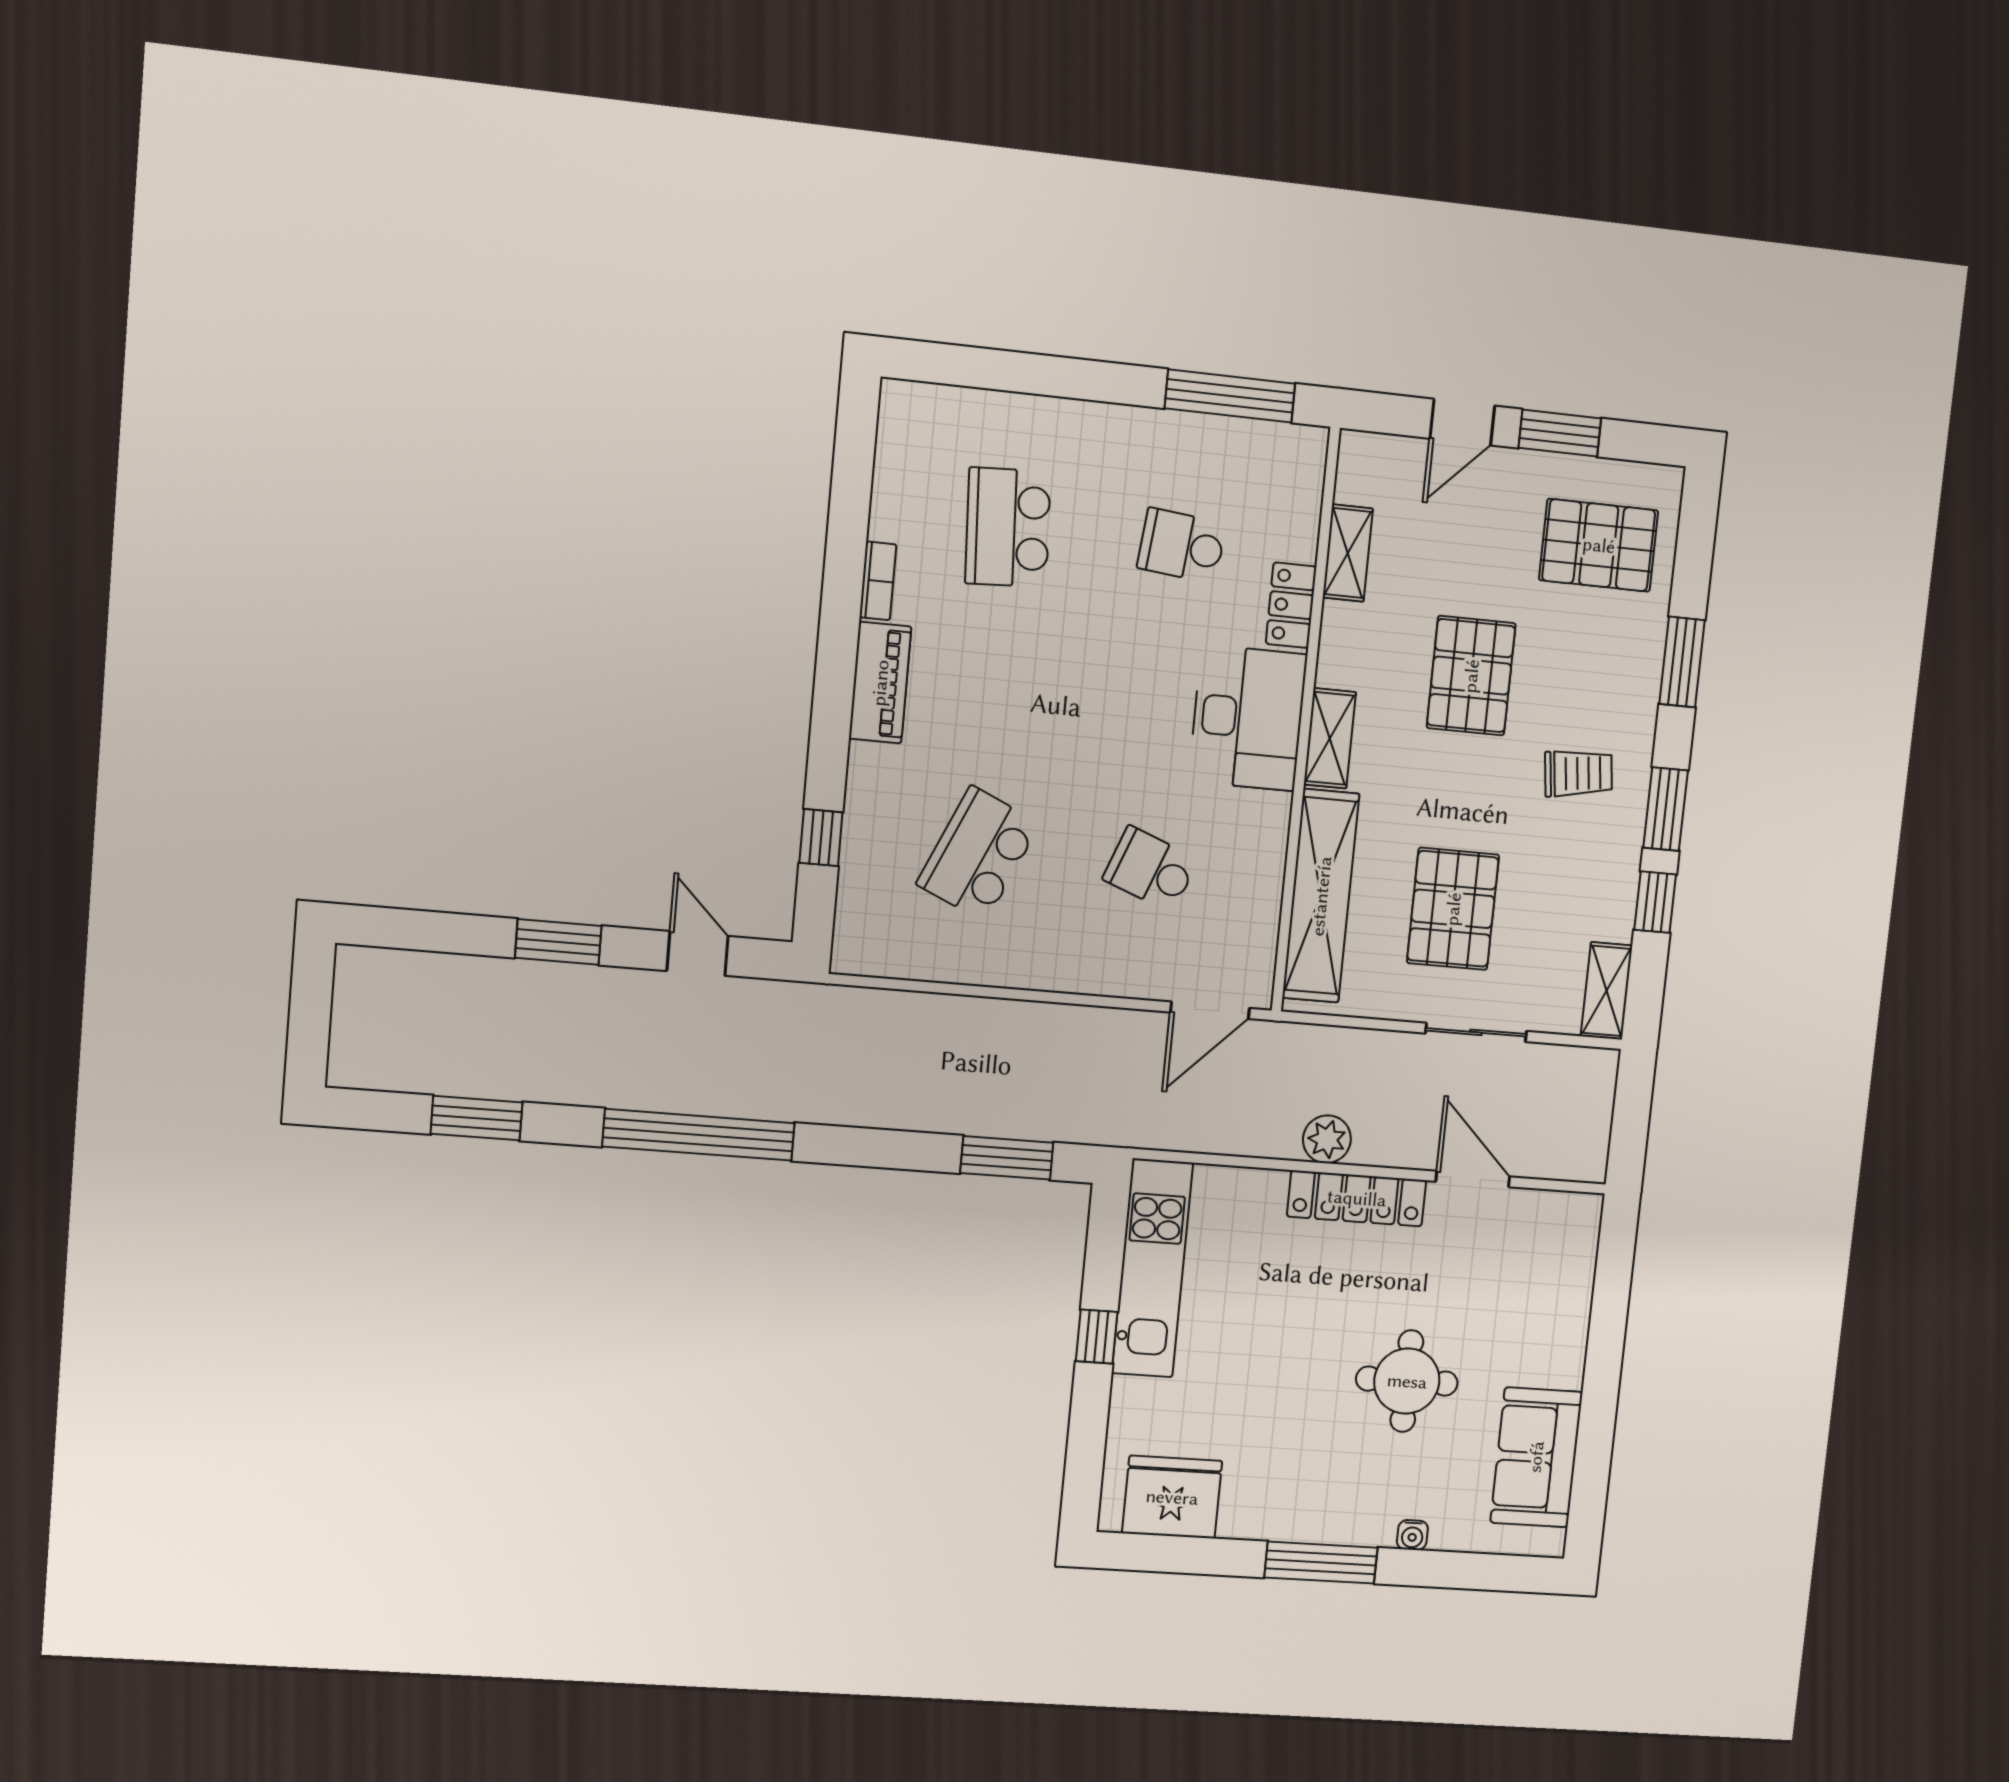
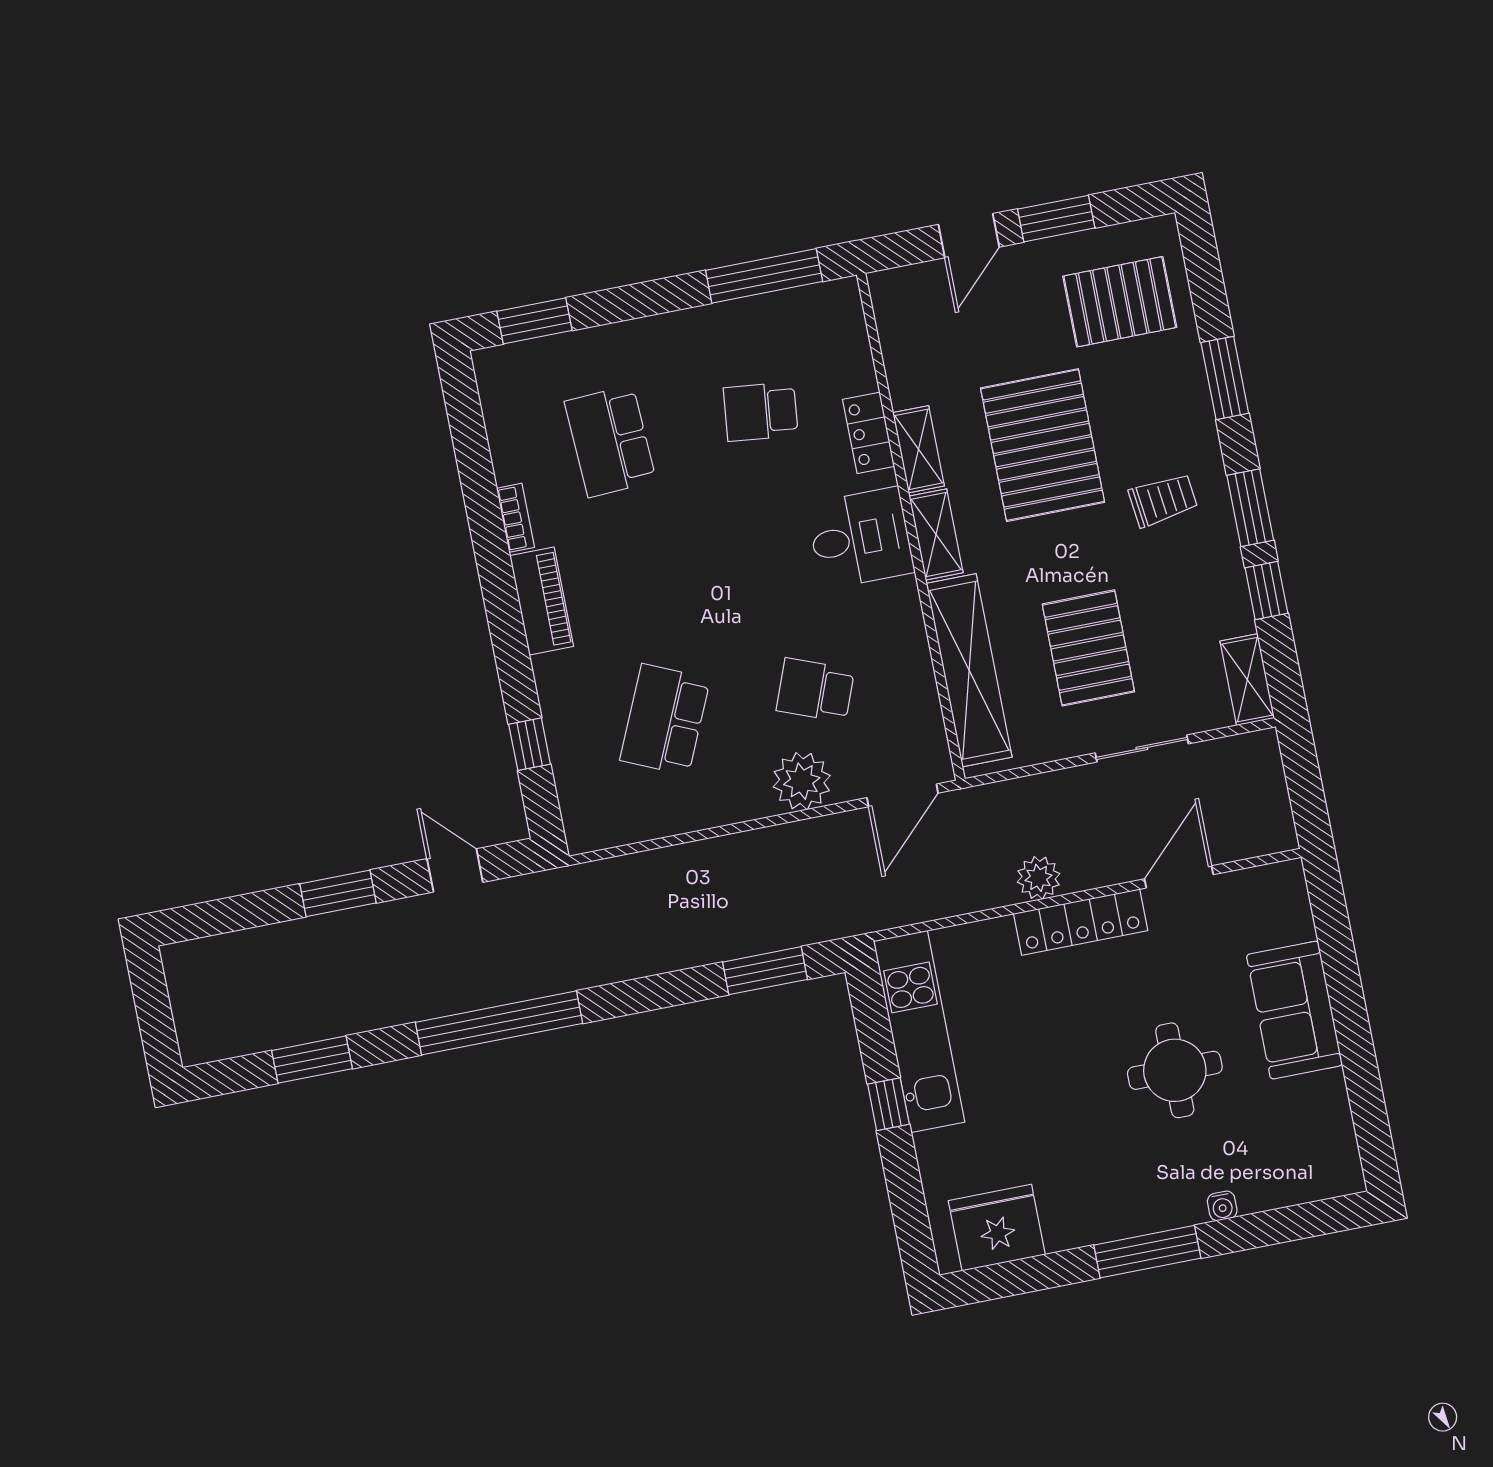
window: (963, 366) -> (534, 321), added
shelving: (1348, 553) -> (919, 449), moved
pallet: (1471, 676) -> (1043, 445), width x1.37, depth x1.41
desk: (1248, 718) -> (860, 538), width x0.73
plant: (1107, 964) -> (802, 781), added
door: (1473, 1179) -> (1179, 877), hinge flipped
sofa: (1536, 1457) -> (1294, 1010), moved

